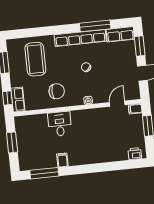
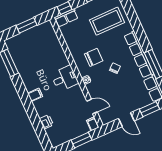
chair: (57, 91) -> (94, 57), moved, turned -90
desk: (60, 124) -> (65, 78), moved
printer: (135, 154) -> (46, 122), moved
filing cabinet: (62, 160) -> (35, 95), moved

